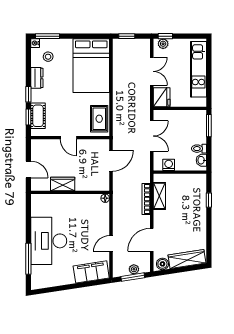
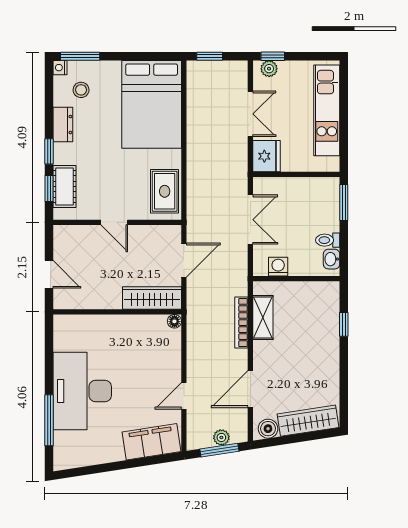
wardrobe: (63, 184) -> (152, 298), moved, width x1.50

